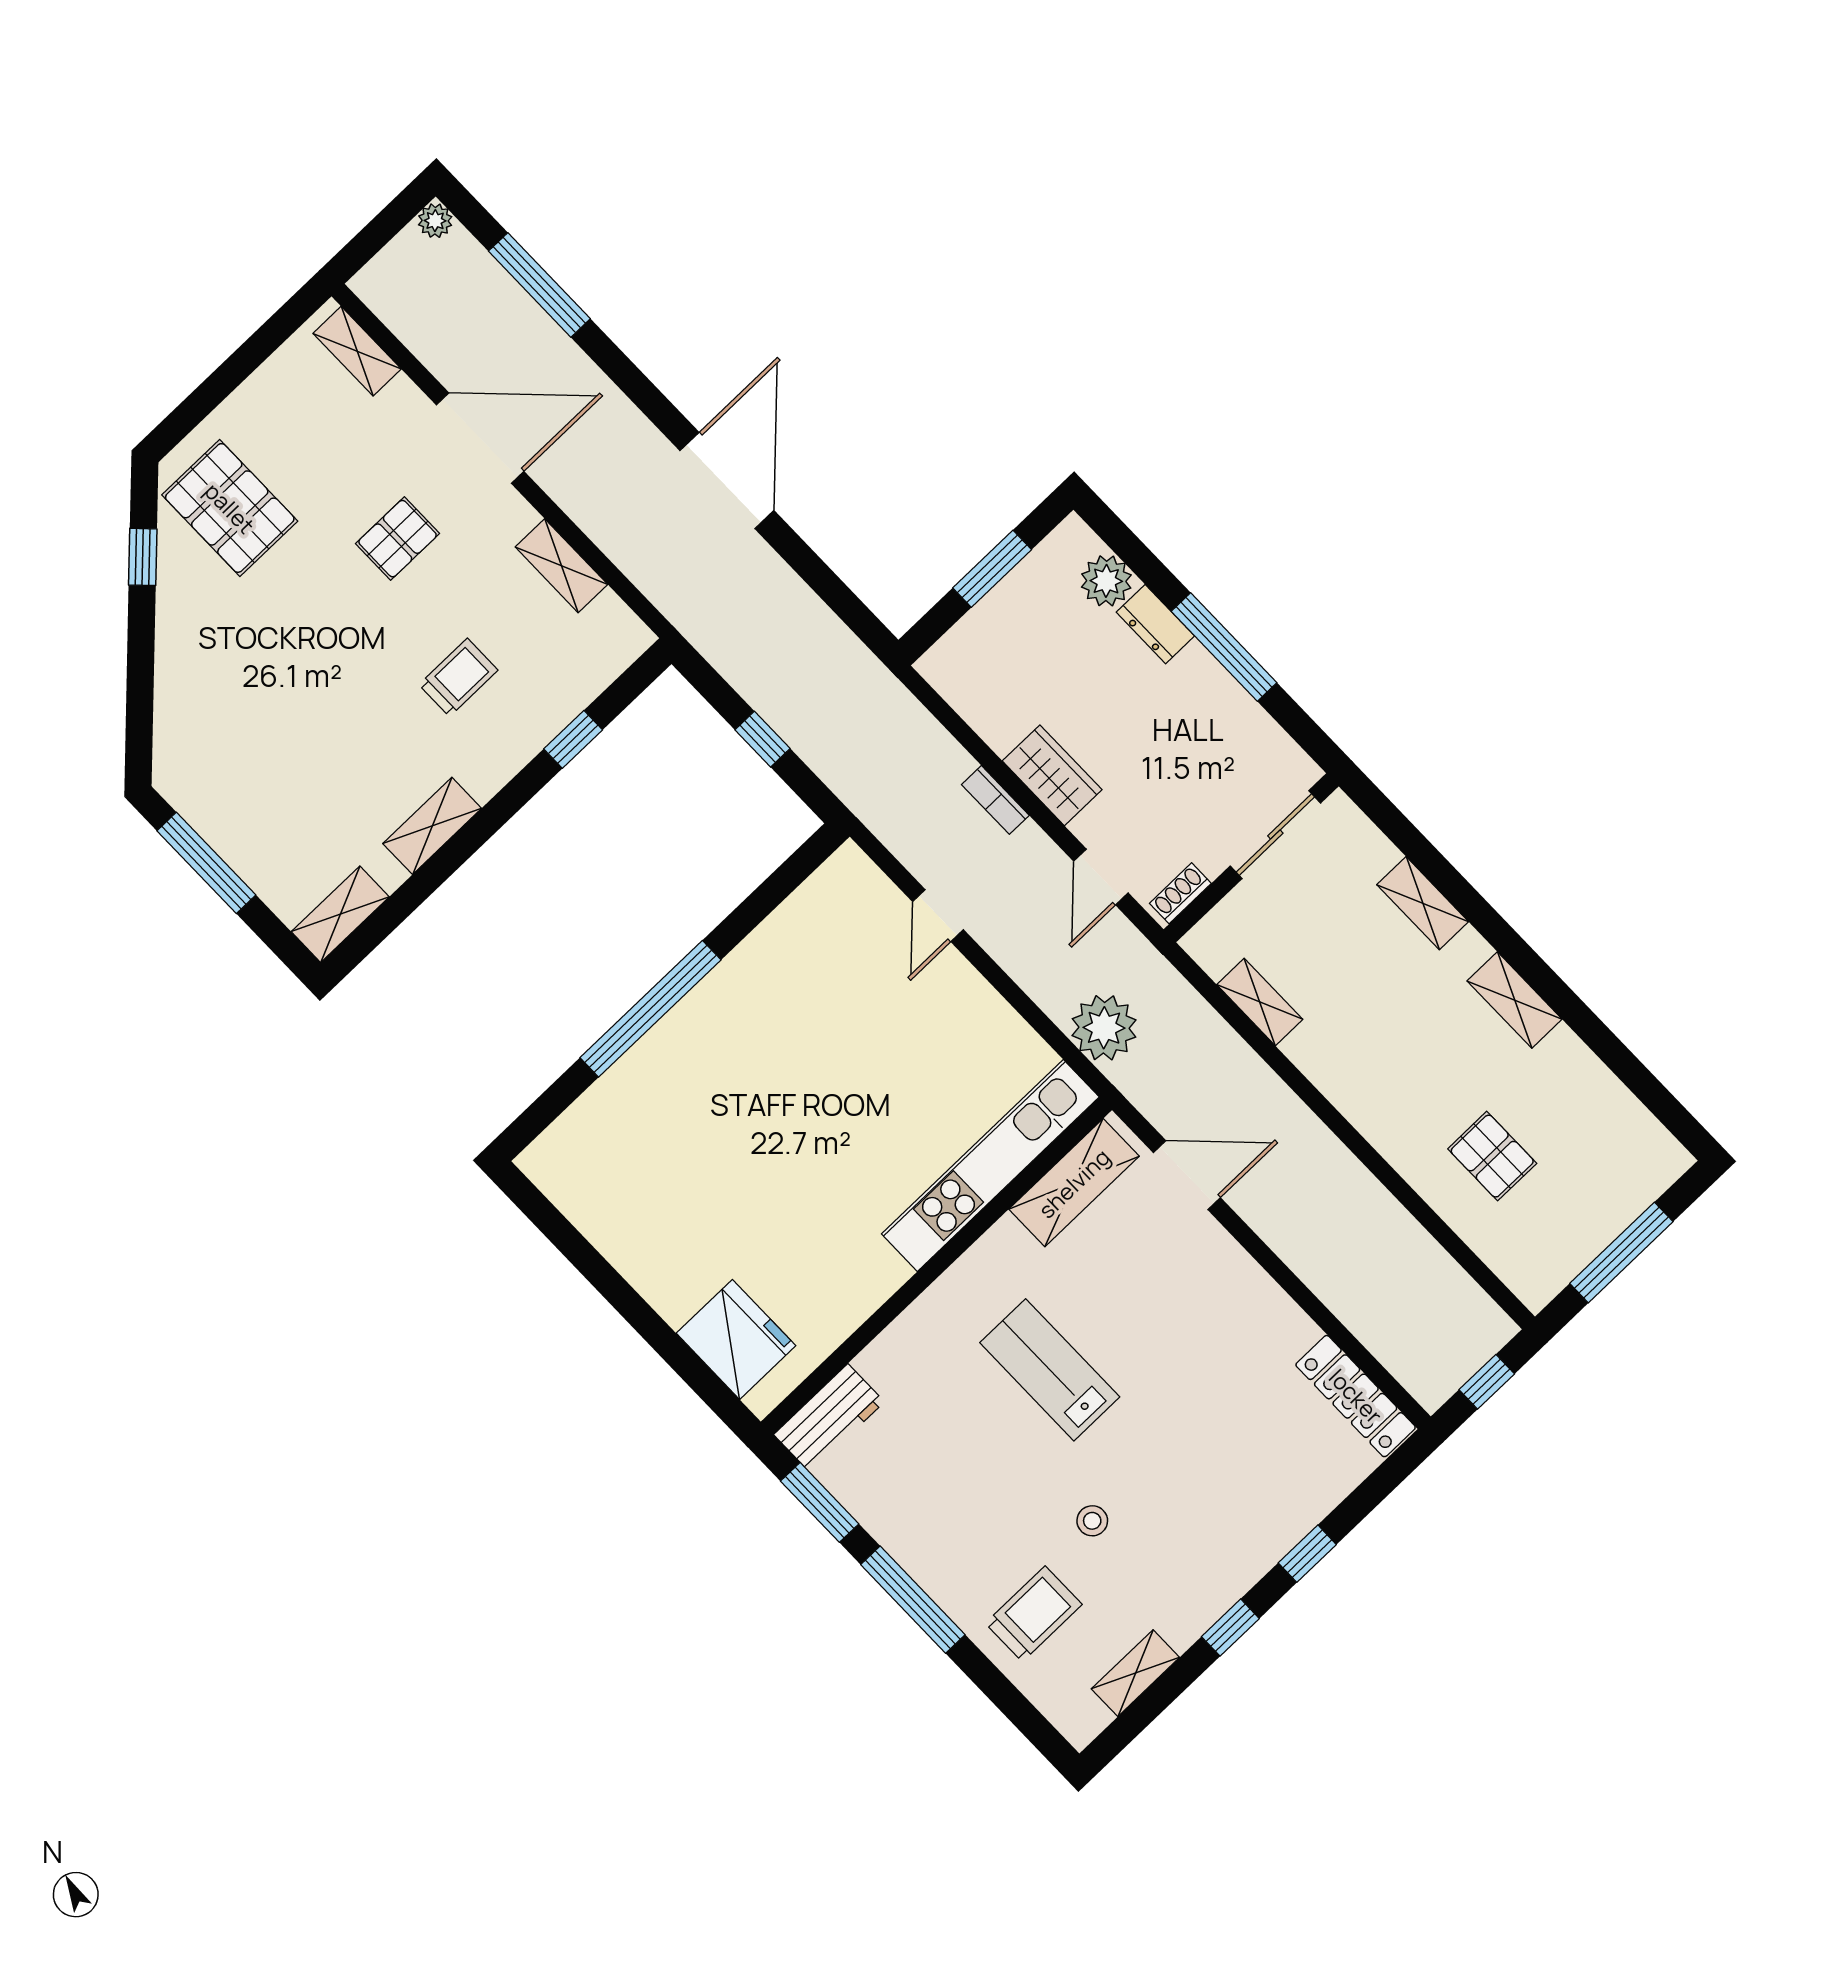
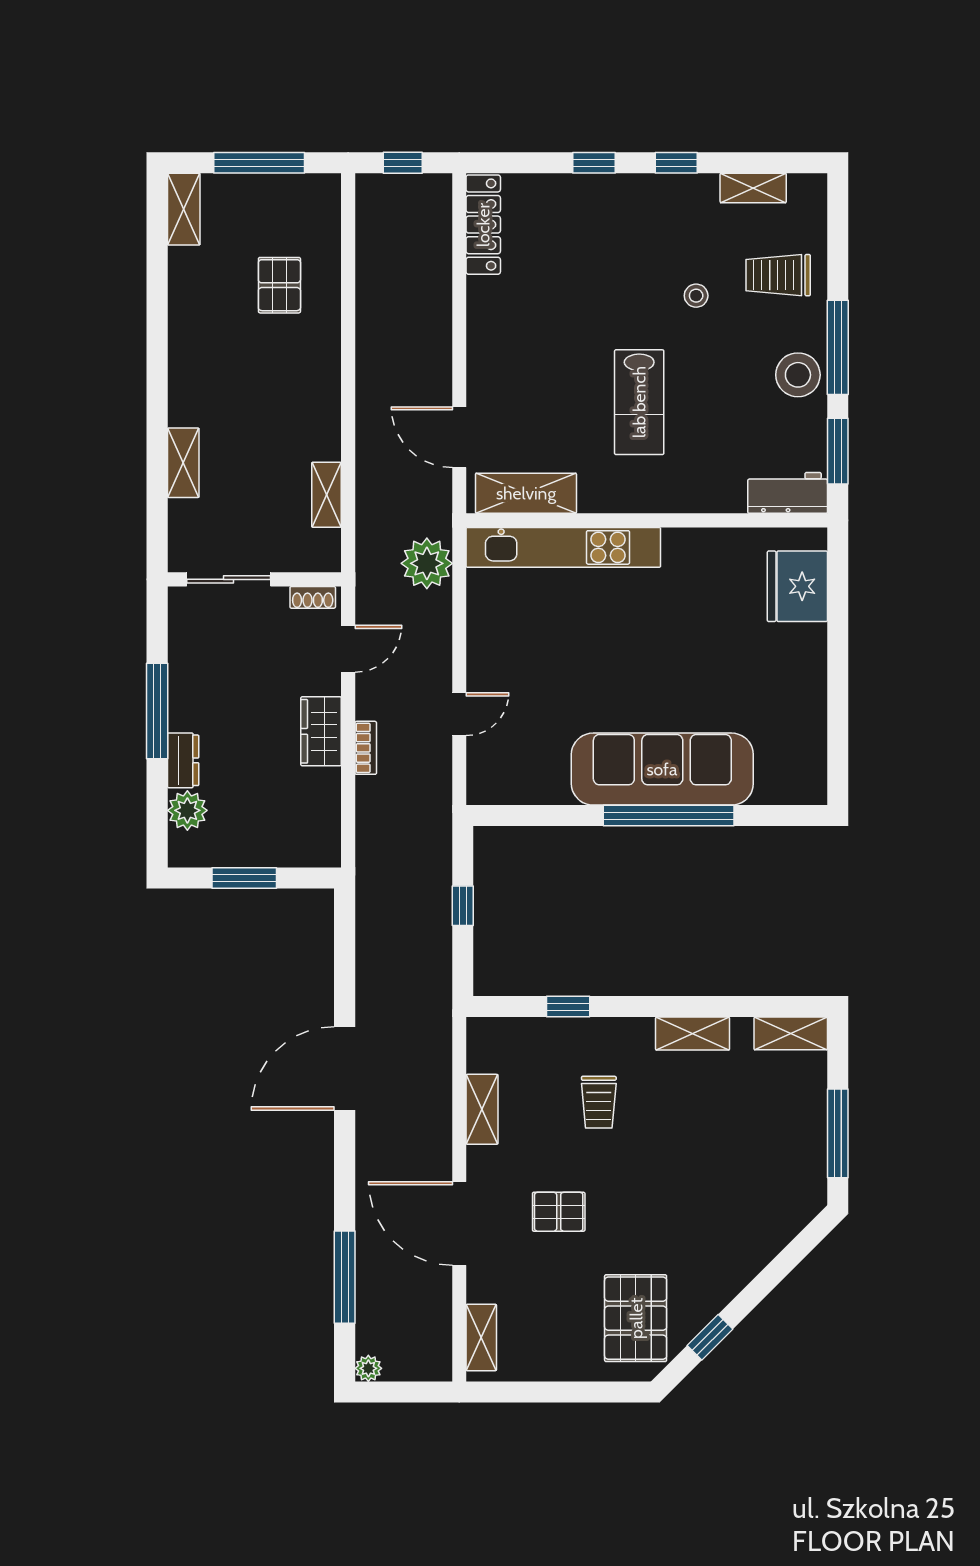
trolley: (458, 677) -> (599, 1102), turned -90
shelving: (1515, 1000) -> (184, 209), moved
sofa: (698, 1047) -> (662, 769), added
stool: (926, 1538) -> (798, 375), added

